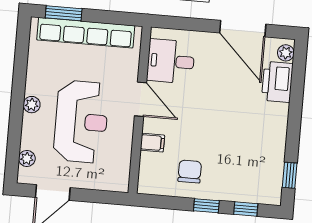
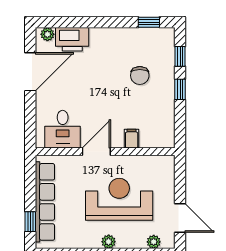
window: (64, 13) -> (30, 222), width x0.67
chair: (190, 172) -> (140, 75), moved, turned -90

